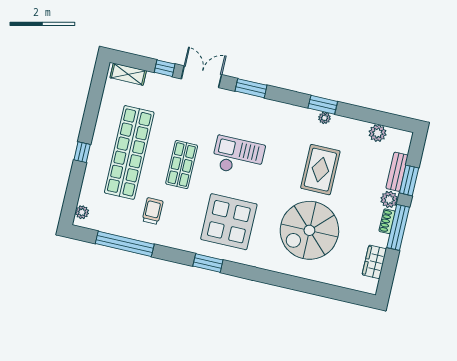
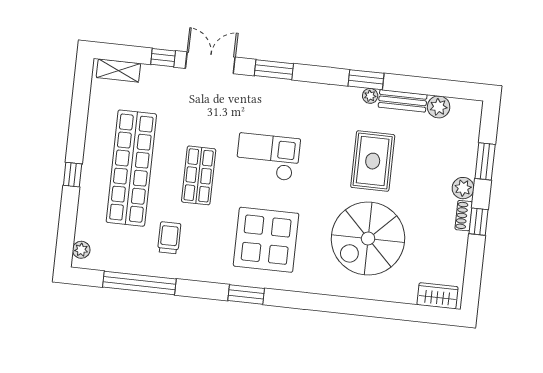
bench: (397, 172) -> (403, 101), moved, turned 90
window: (398, 227) -> (478, 222), width x0.46
wardrobe: (374, 262) -> (437, 296), moved, turned 90

